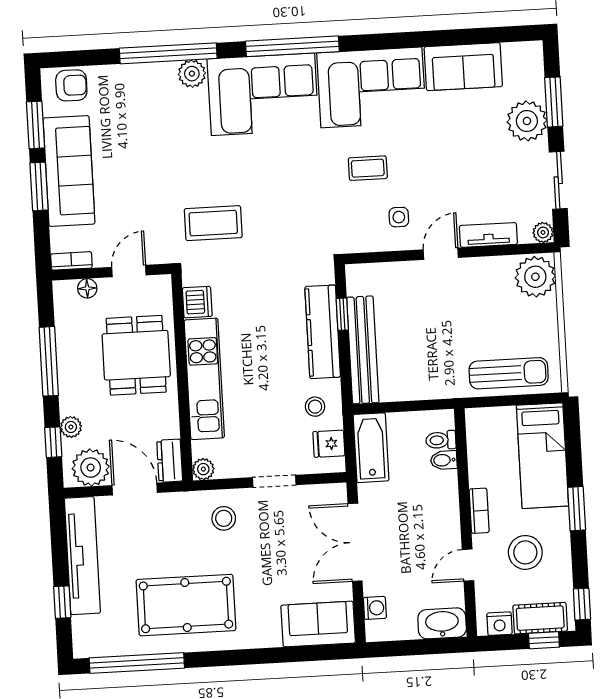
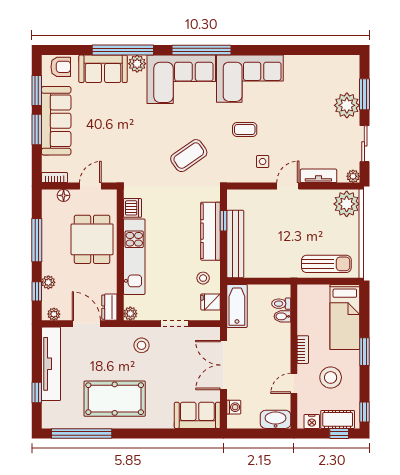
sofa: (463, 67) -> (103, 69), moved
coffee table: (213, 223) -> (189, 156), moved, turned -35
plant: (91, 468) -> (54, 314), width x0.53, depth x0.53

